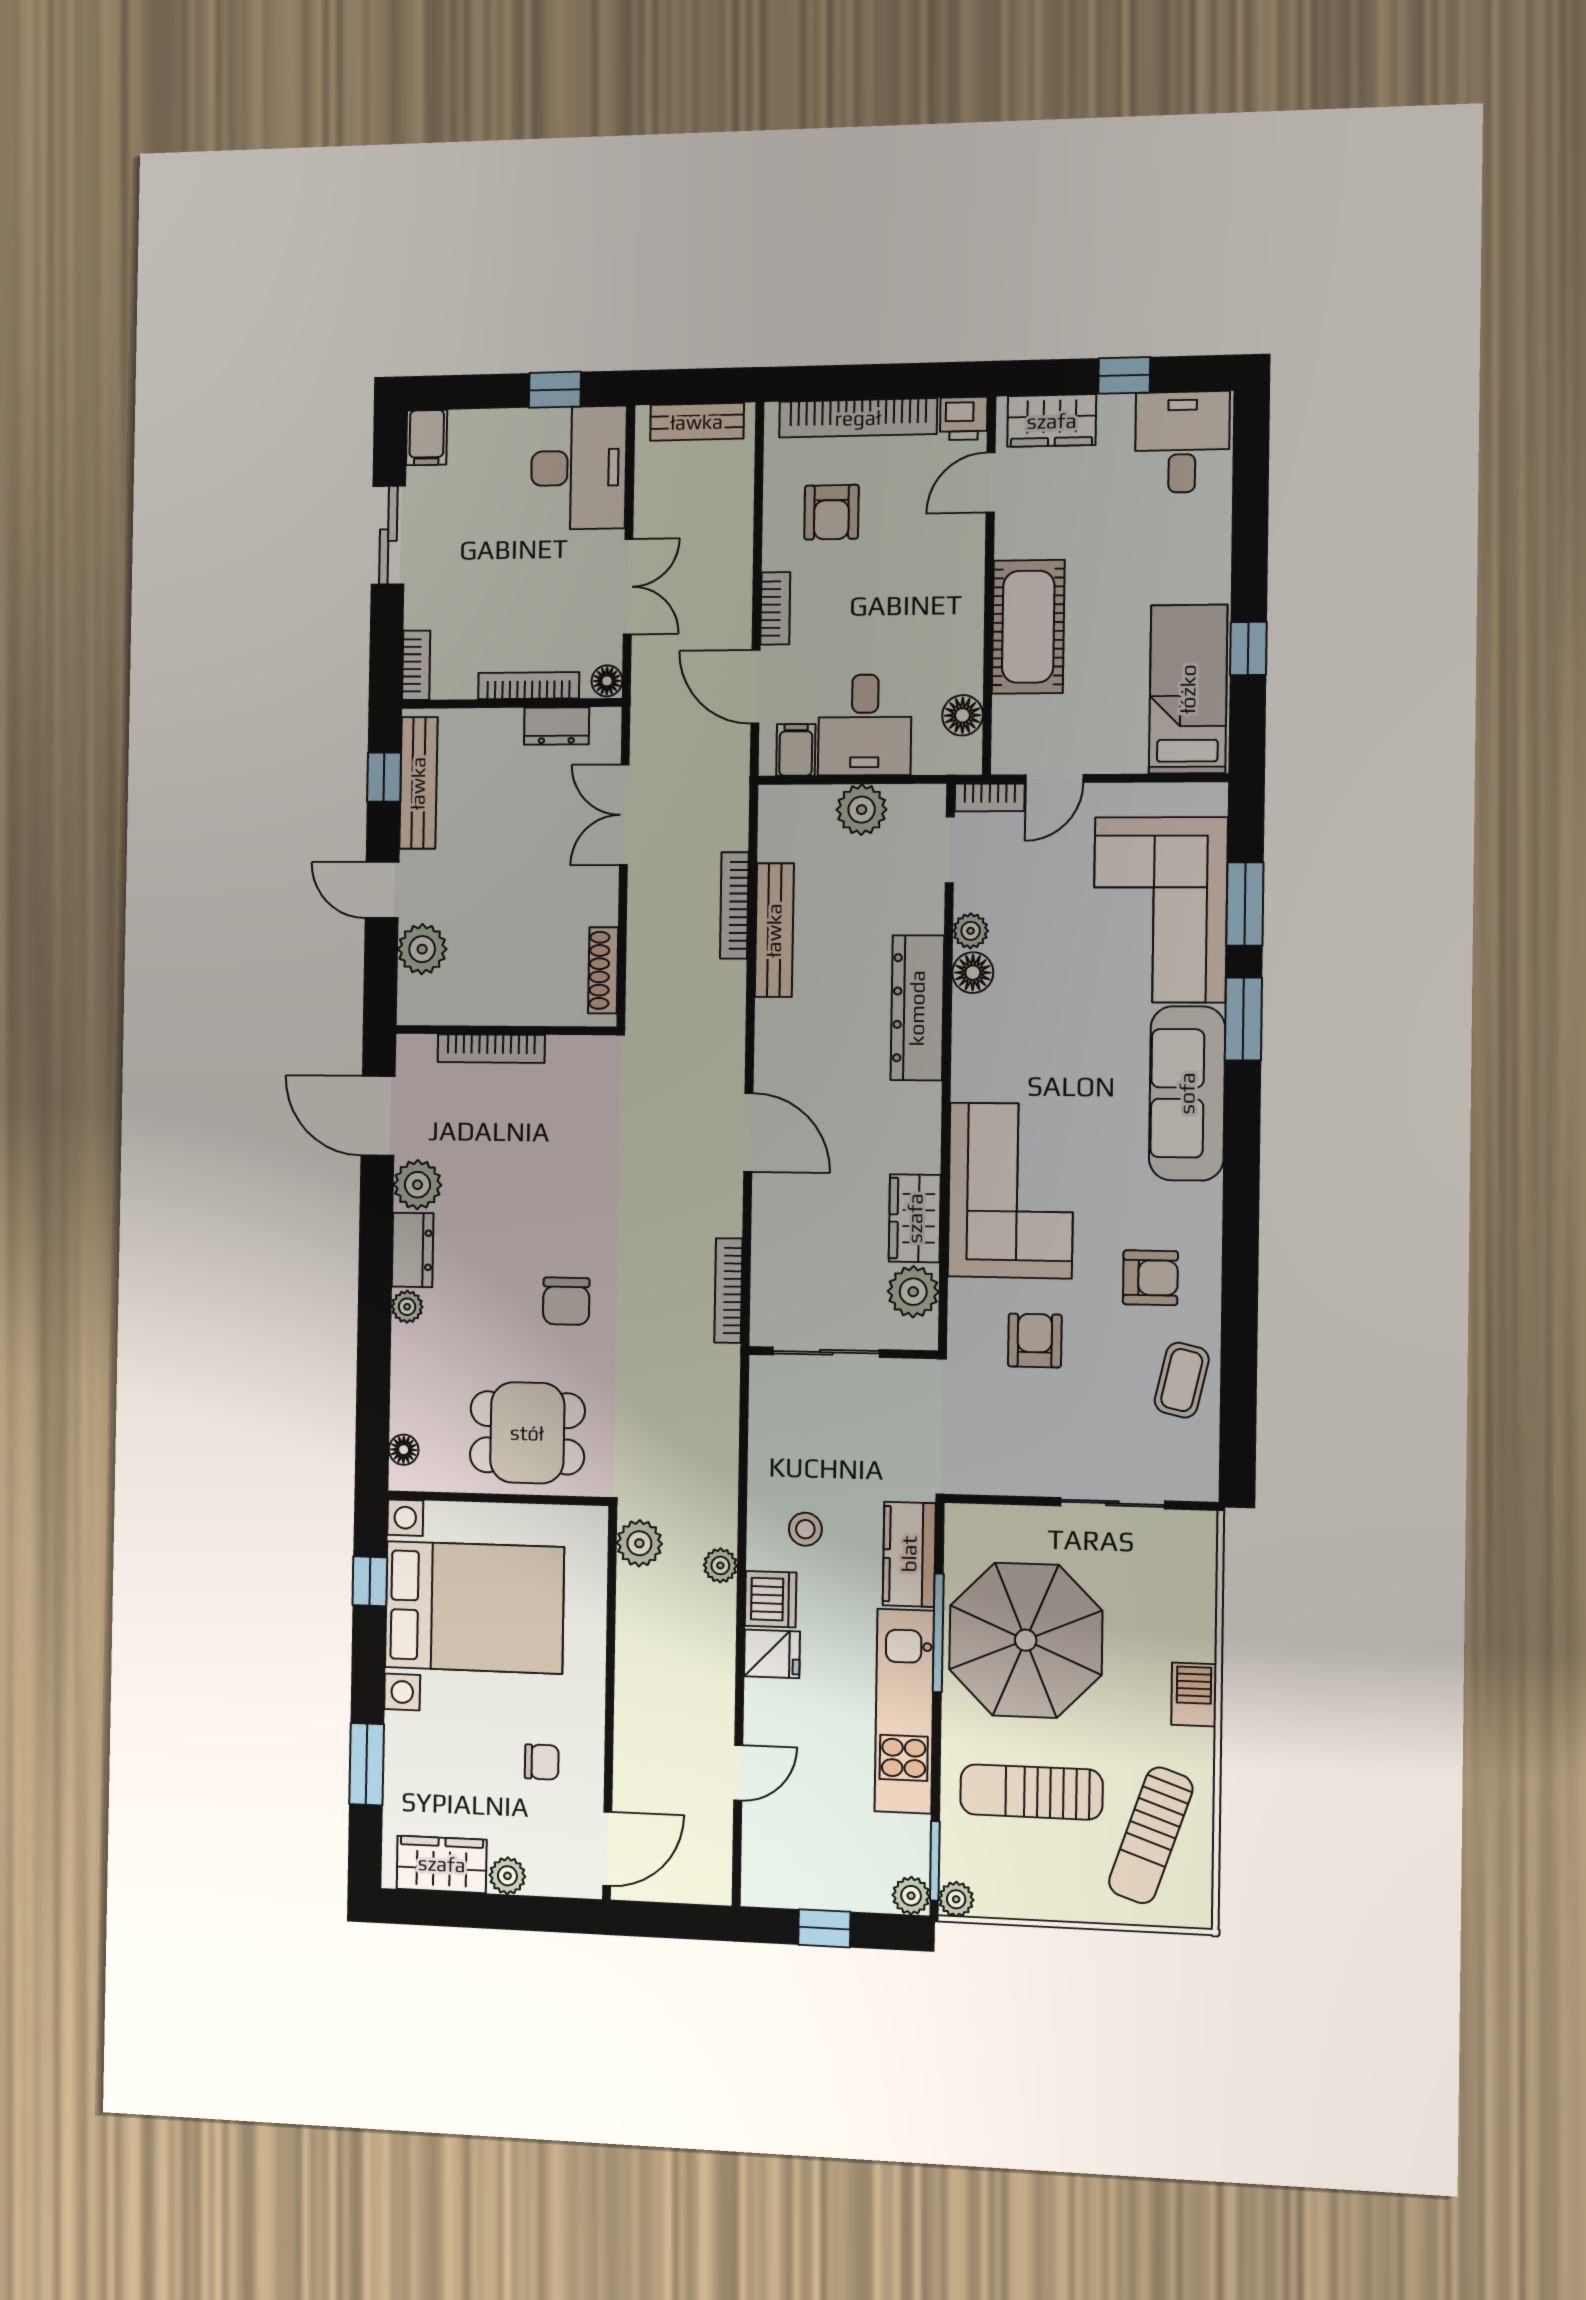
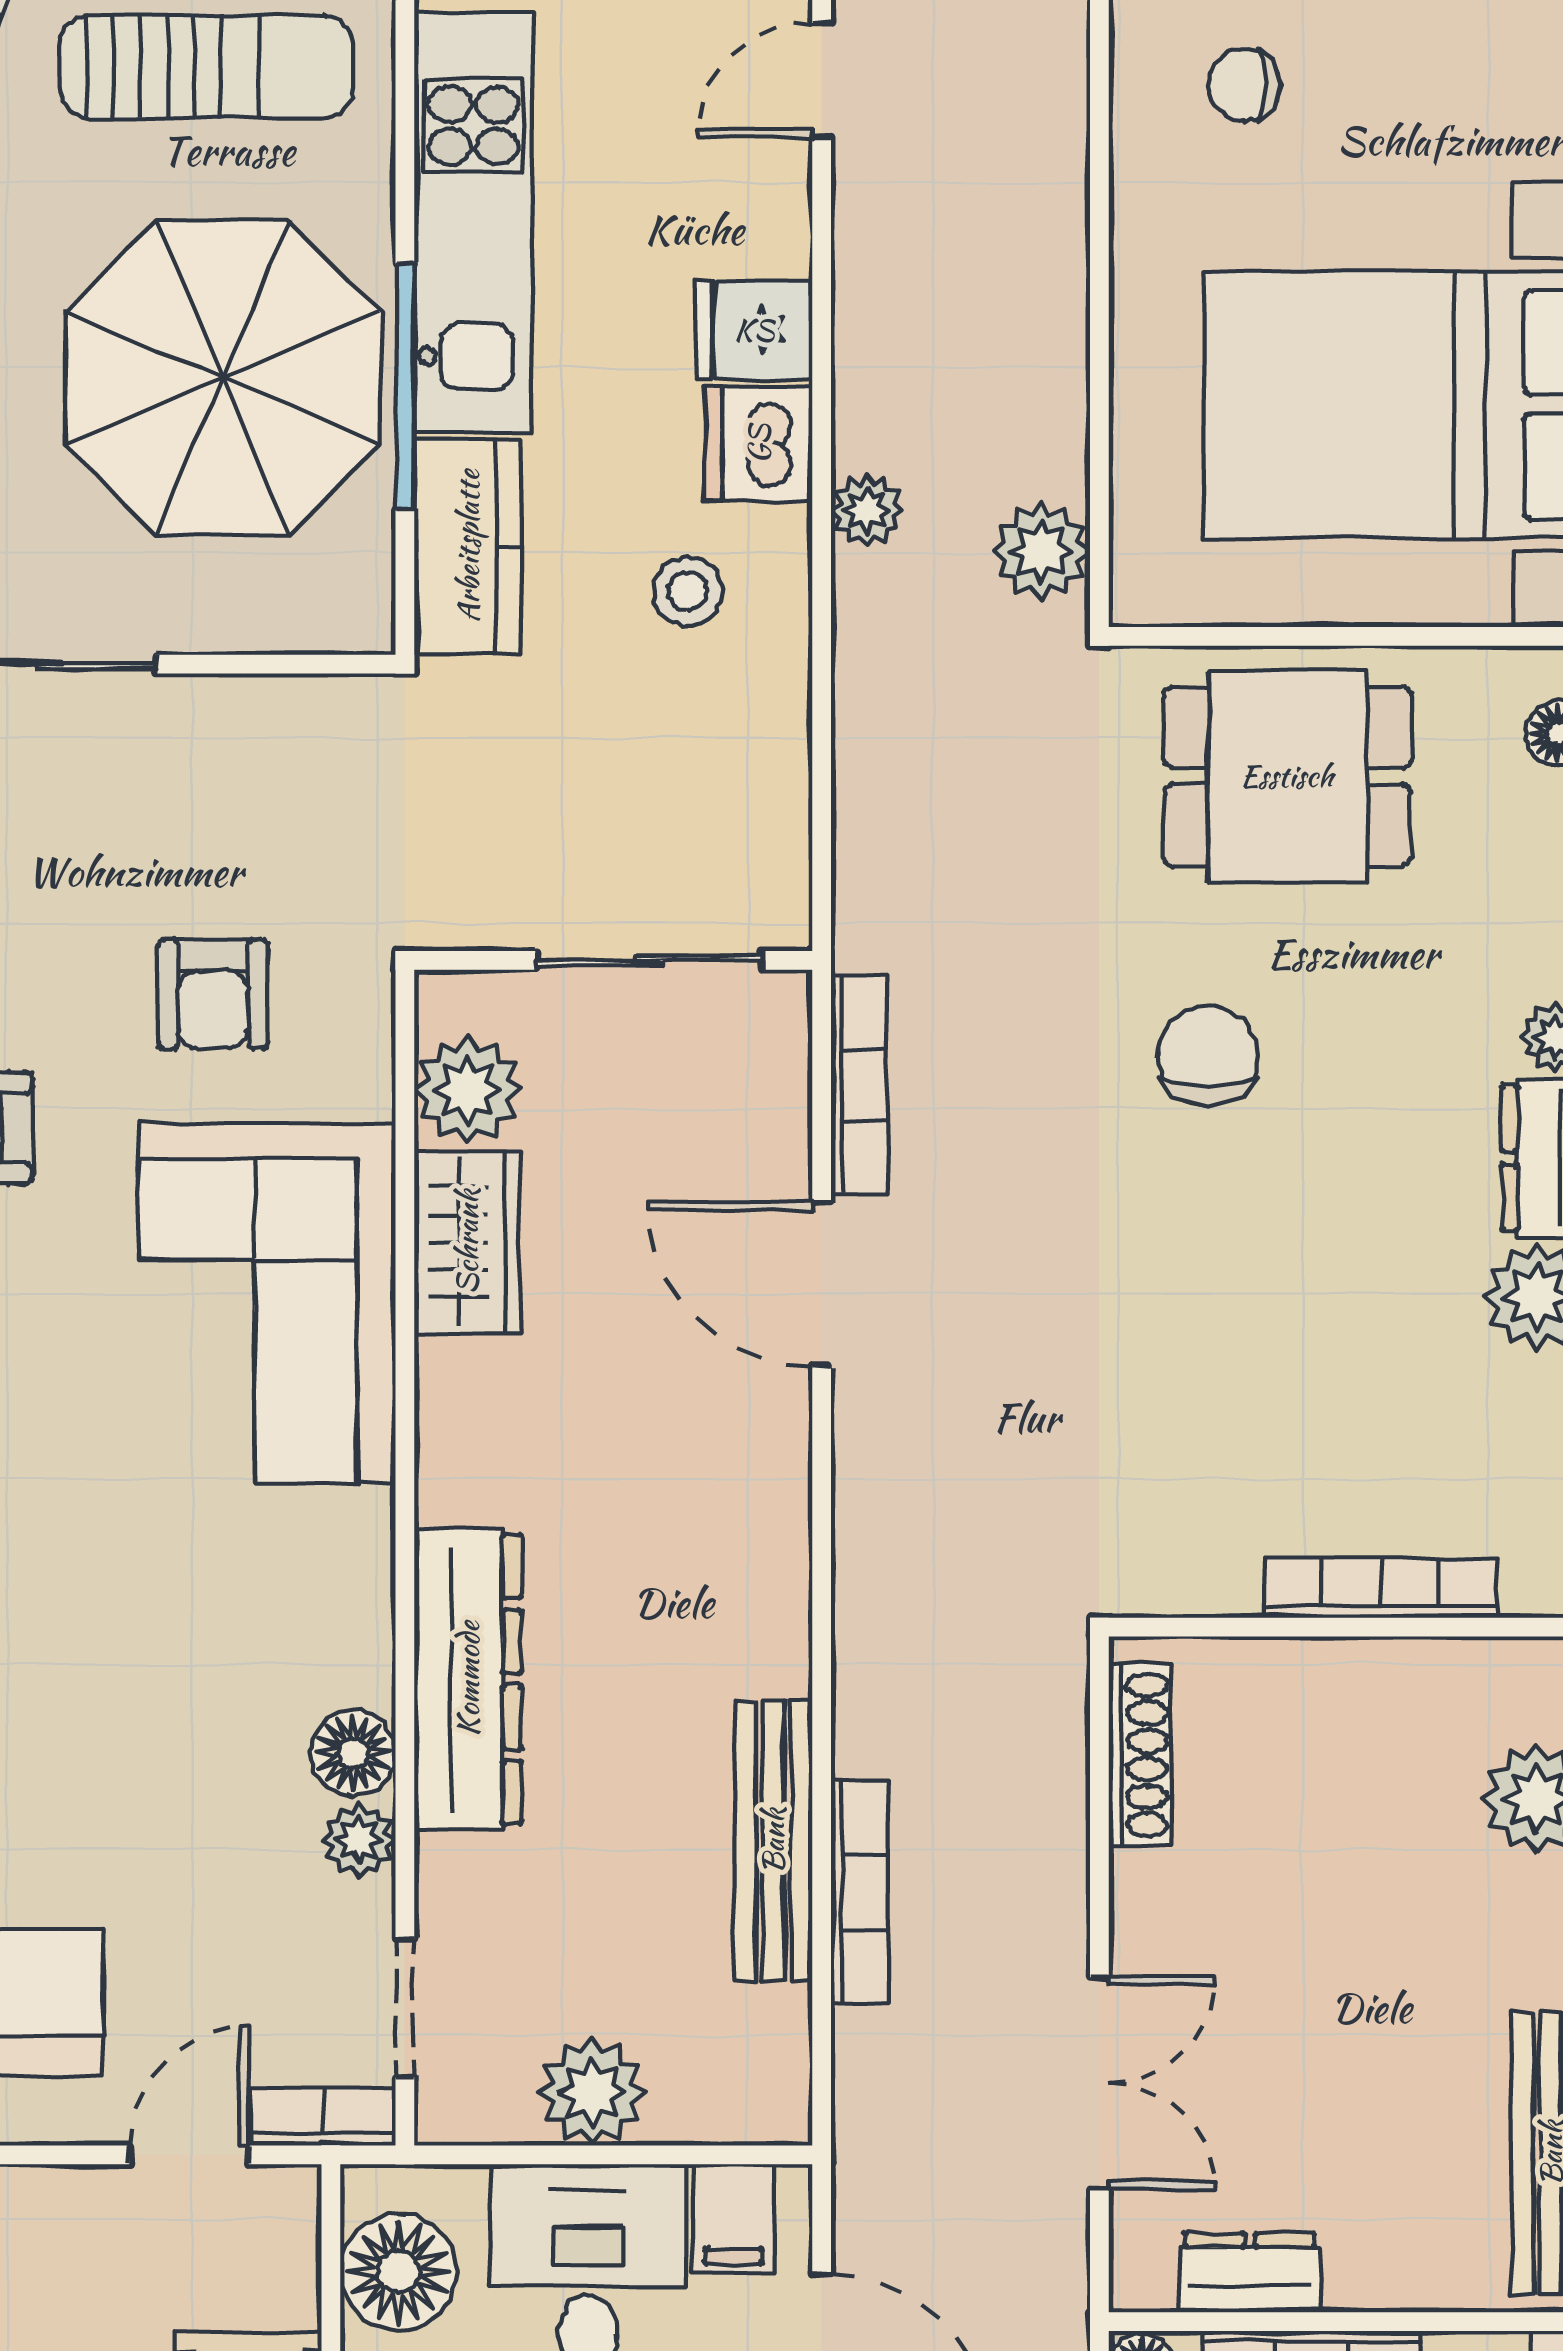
floor lamp: (963, 715) -> (398, 2272), width x1.38, depth x1.38
door: (748, 1132) -> (822, 1284), moved

